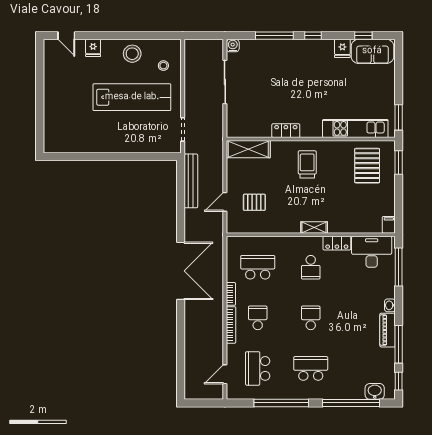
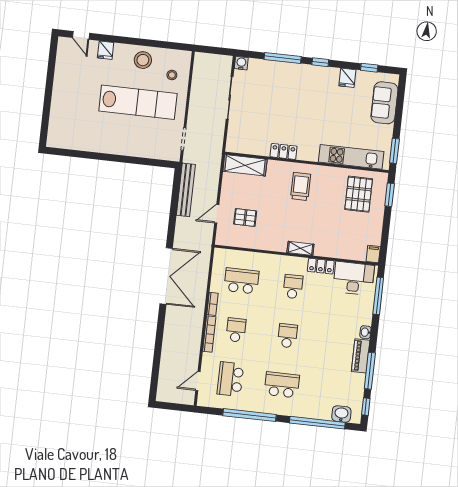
sofa: (372, 51) -> (384, 103), moved, turned 90
school desk: (311, 267) -> (293, 287), turned 180

